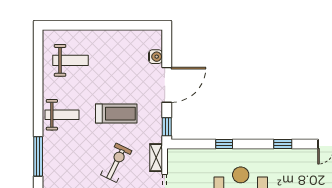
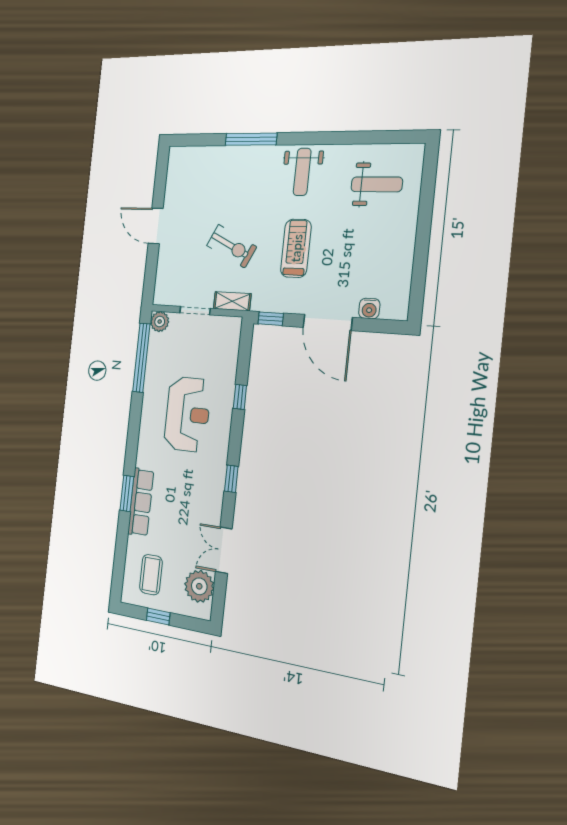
weight bench: (71, 60) -> (377, 184), turned -90
treadmill: (116, 114) -> (296, 248), turned 180

